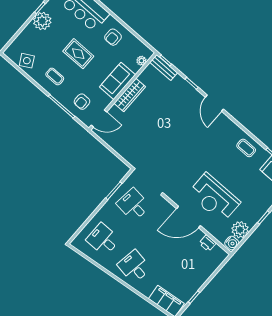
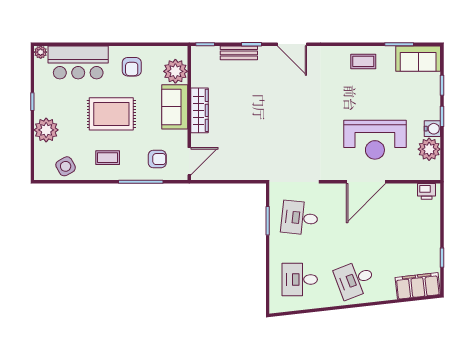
plant: (42, 21) -> (46, 130), moved
rug: (78, 54) -> (111, 114), width x1.36, depth x1.43
plant: (141, 61) -> (175, 71), width x1.88, depth x1.88
bench: (164, 67) -> (239, 53), moved
armchair: (82, 102) -> (157, 159), turned -90
printer: (208, 243) -> (427, 191), moved
water cooler: (232, 243) -> (432, 129), moved
desk: (134, 267) -> (355, 279), turned -30

